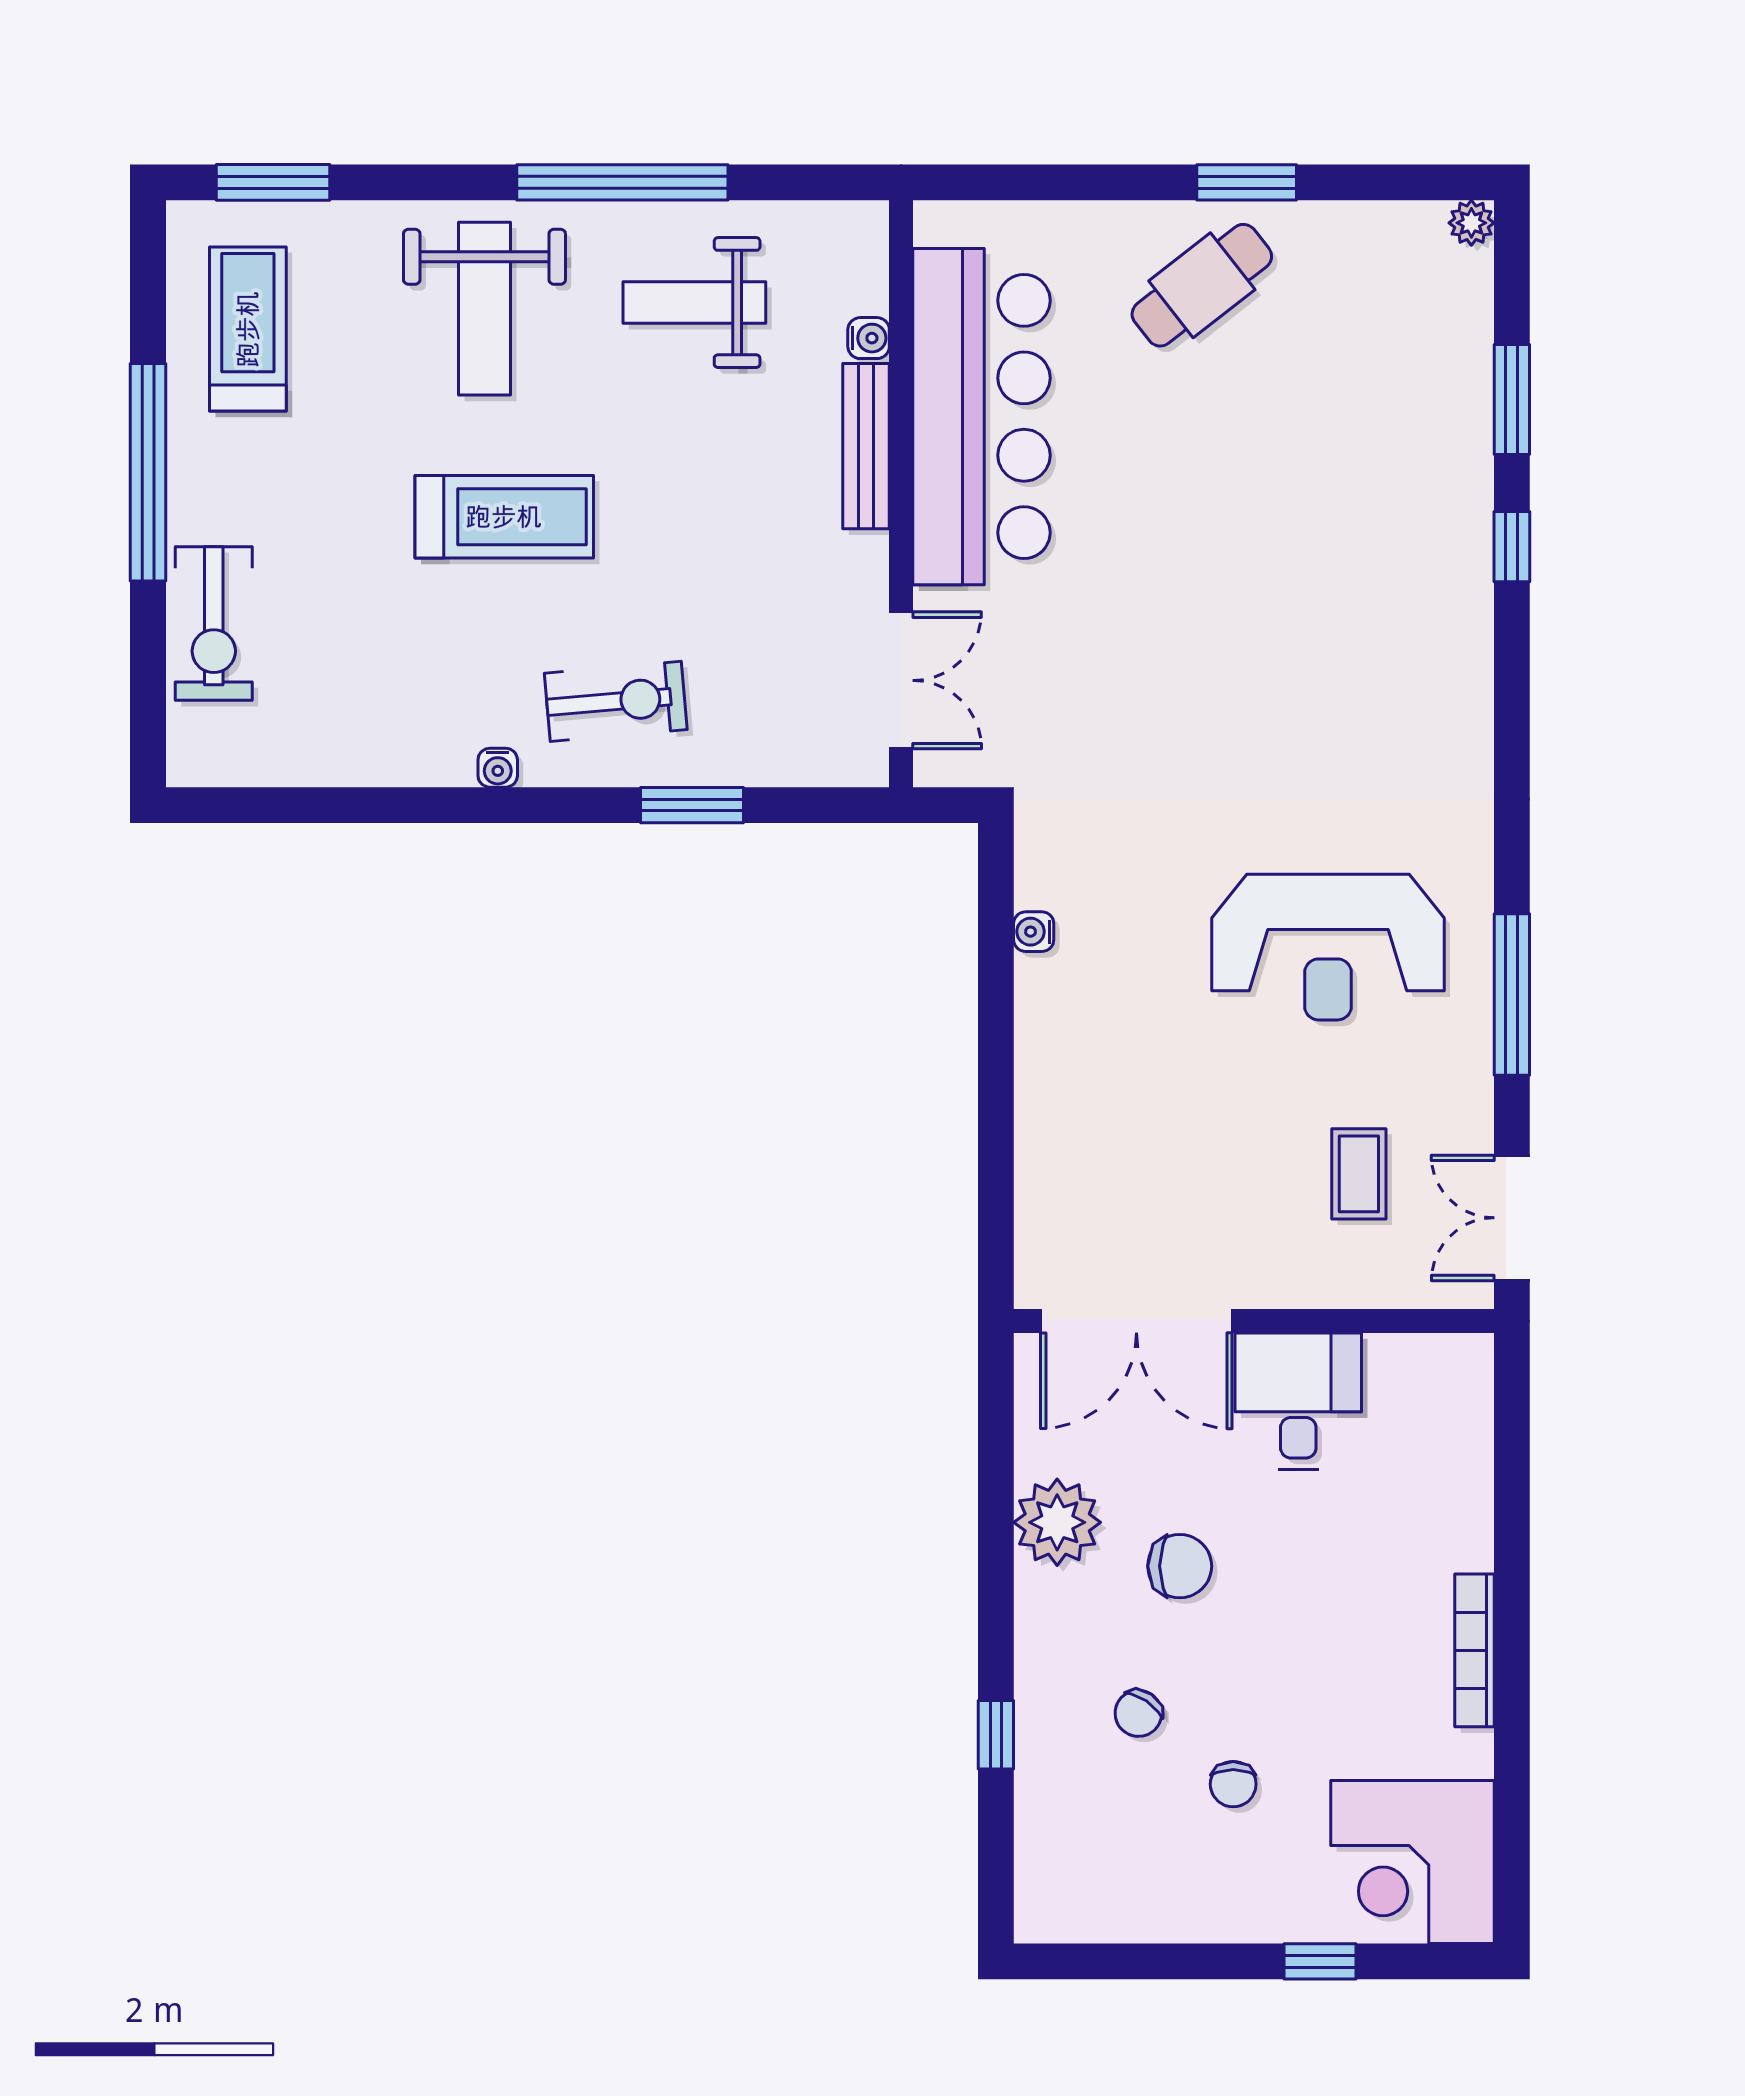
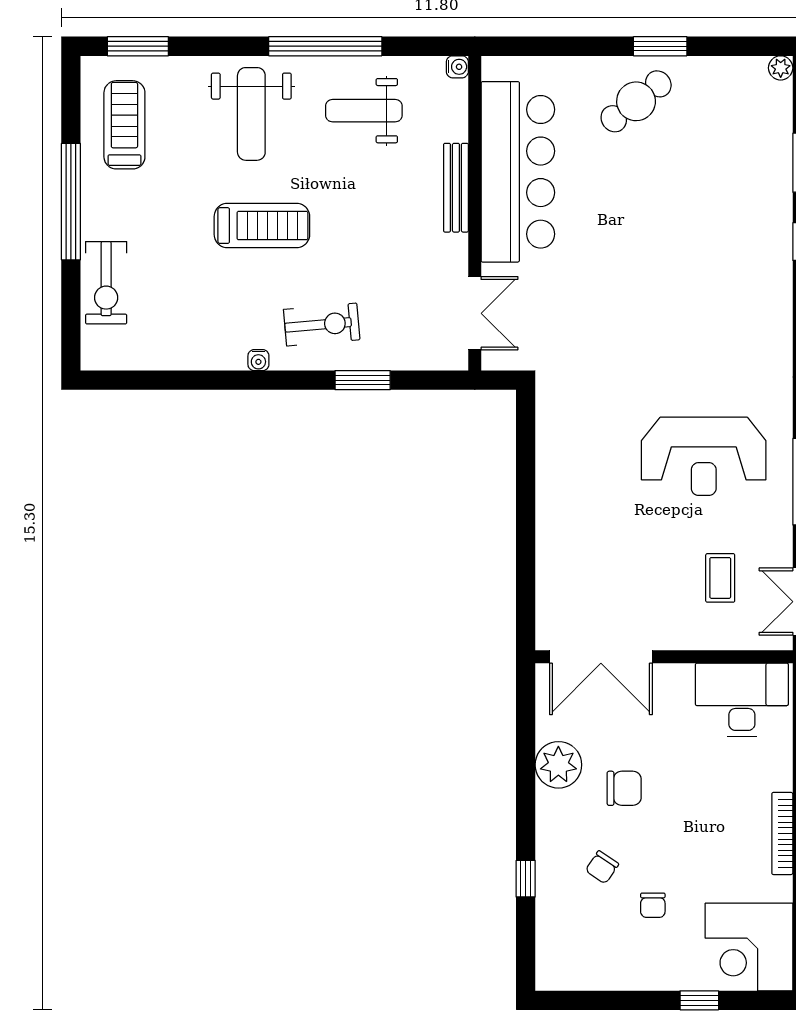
water cooler: (869, 338) -> (457, 67), moved
water cooler: (1034, 932) -> (546, 448), removed
desk: (1298, 1401) -> (742, 700), moved, width x1.37

